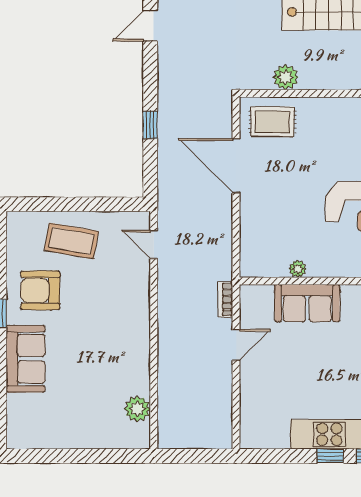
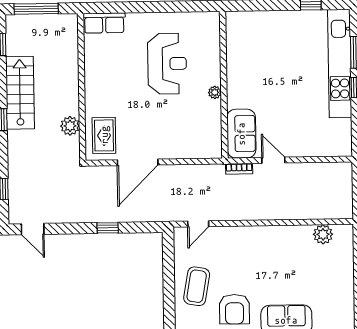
plant: (298, 269) -> (215, 92), moved
sofa: (307, 303) -> (241, 134), moved

